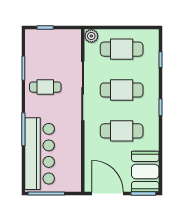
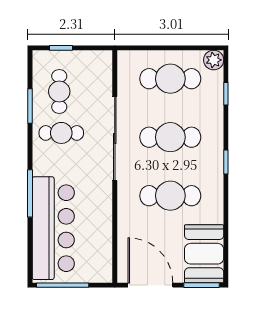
plant: (91, 36) -> (214, 60), moved
cafe table: (44, 58) -> (59, 91), added

